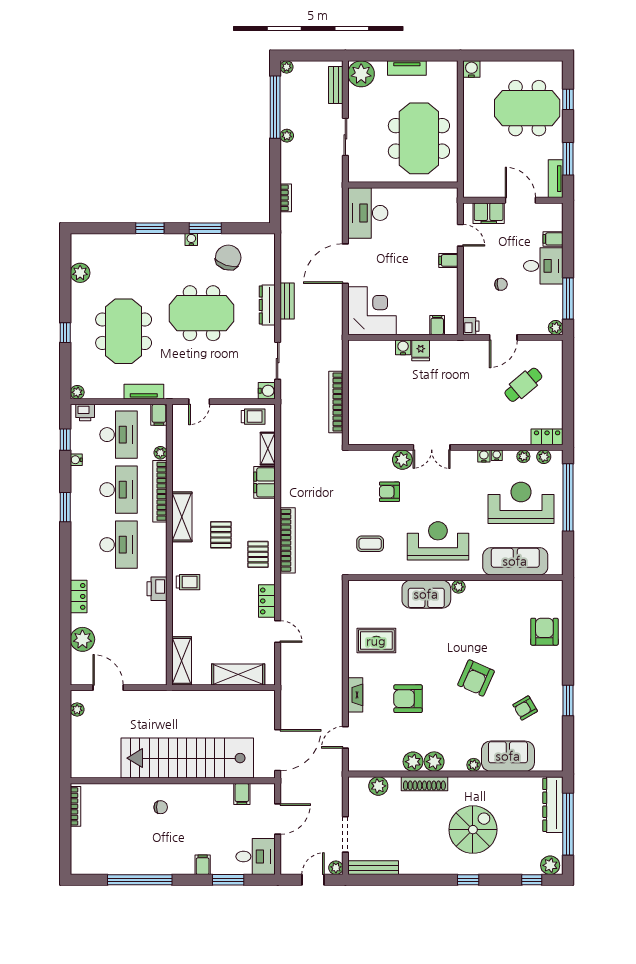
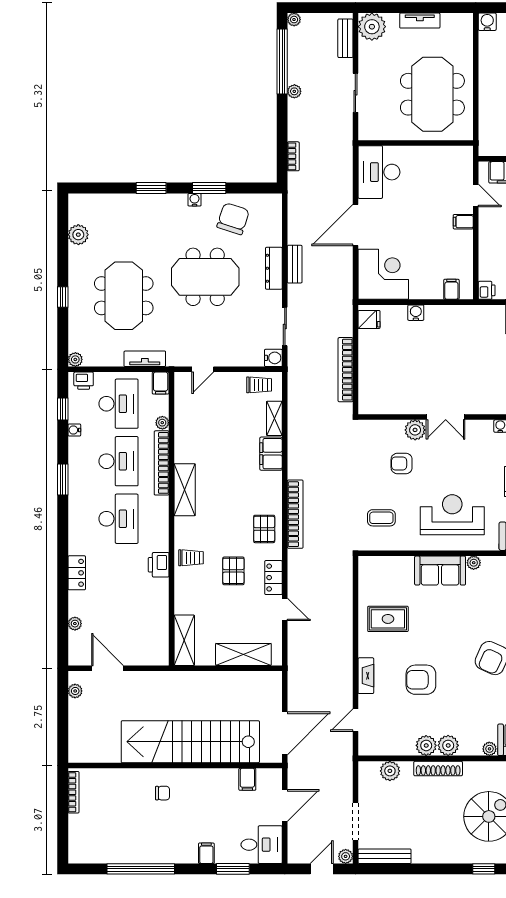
fridge: (421, 350) -> (369, 319), moved, turned -90
pallet: (221, 535) -> (233, 571), moved
plant: (82, 639) -> (75, 624), width x0.53, depth x0.53

